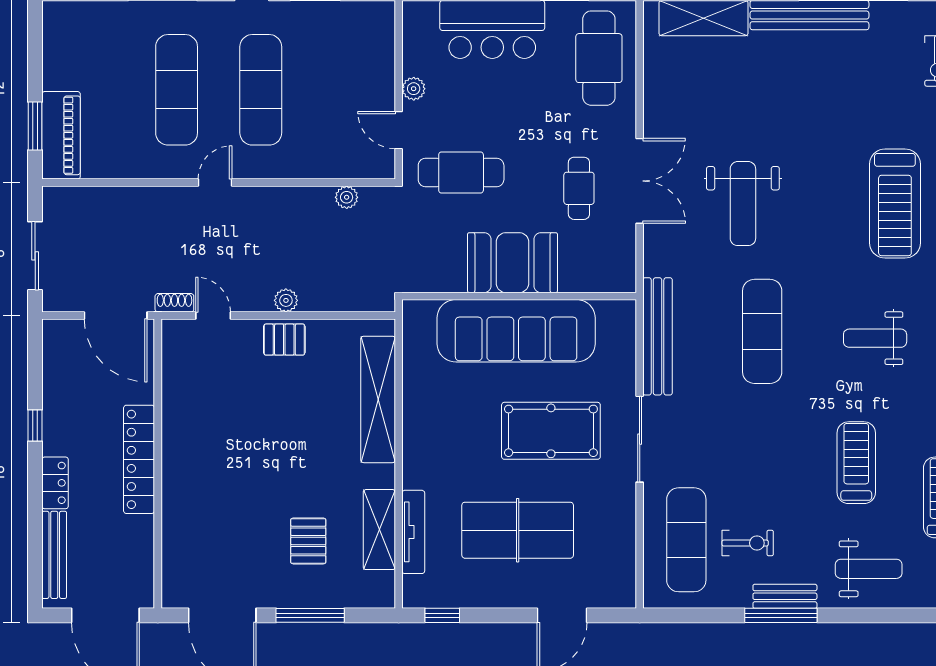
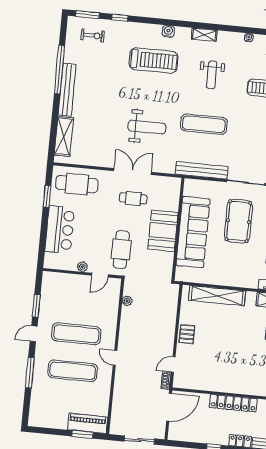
plant: (286, 300) -> (170, 332), removed

